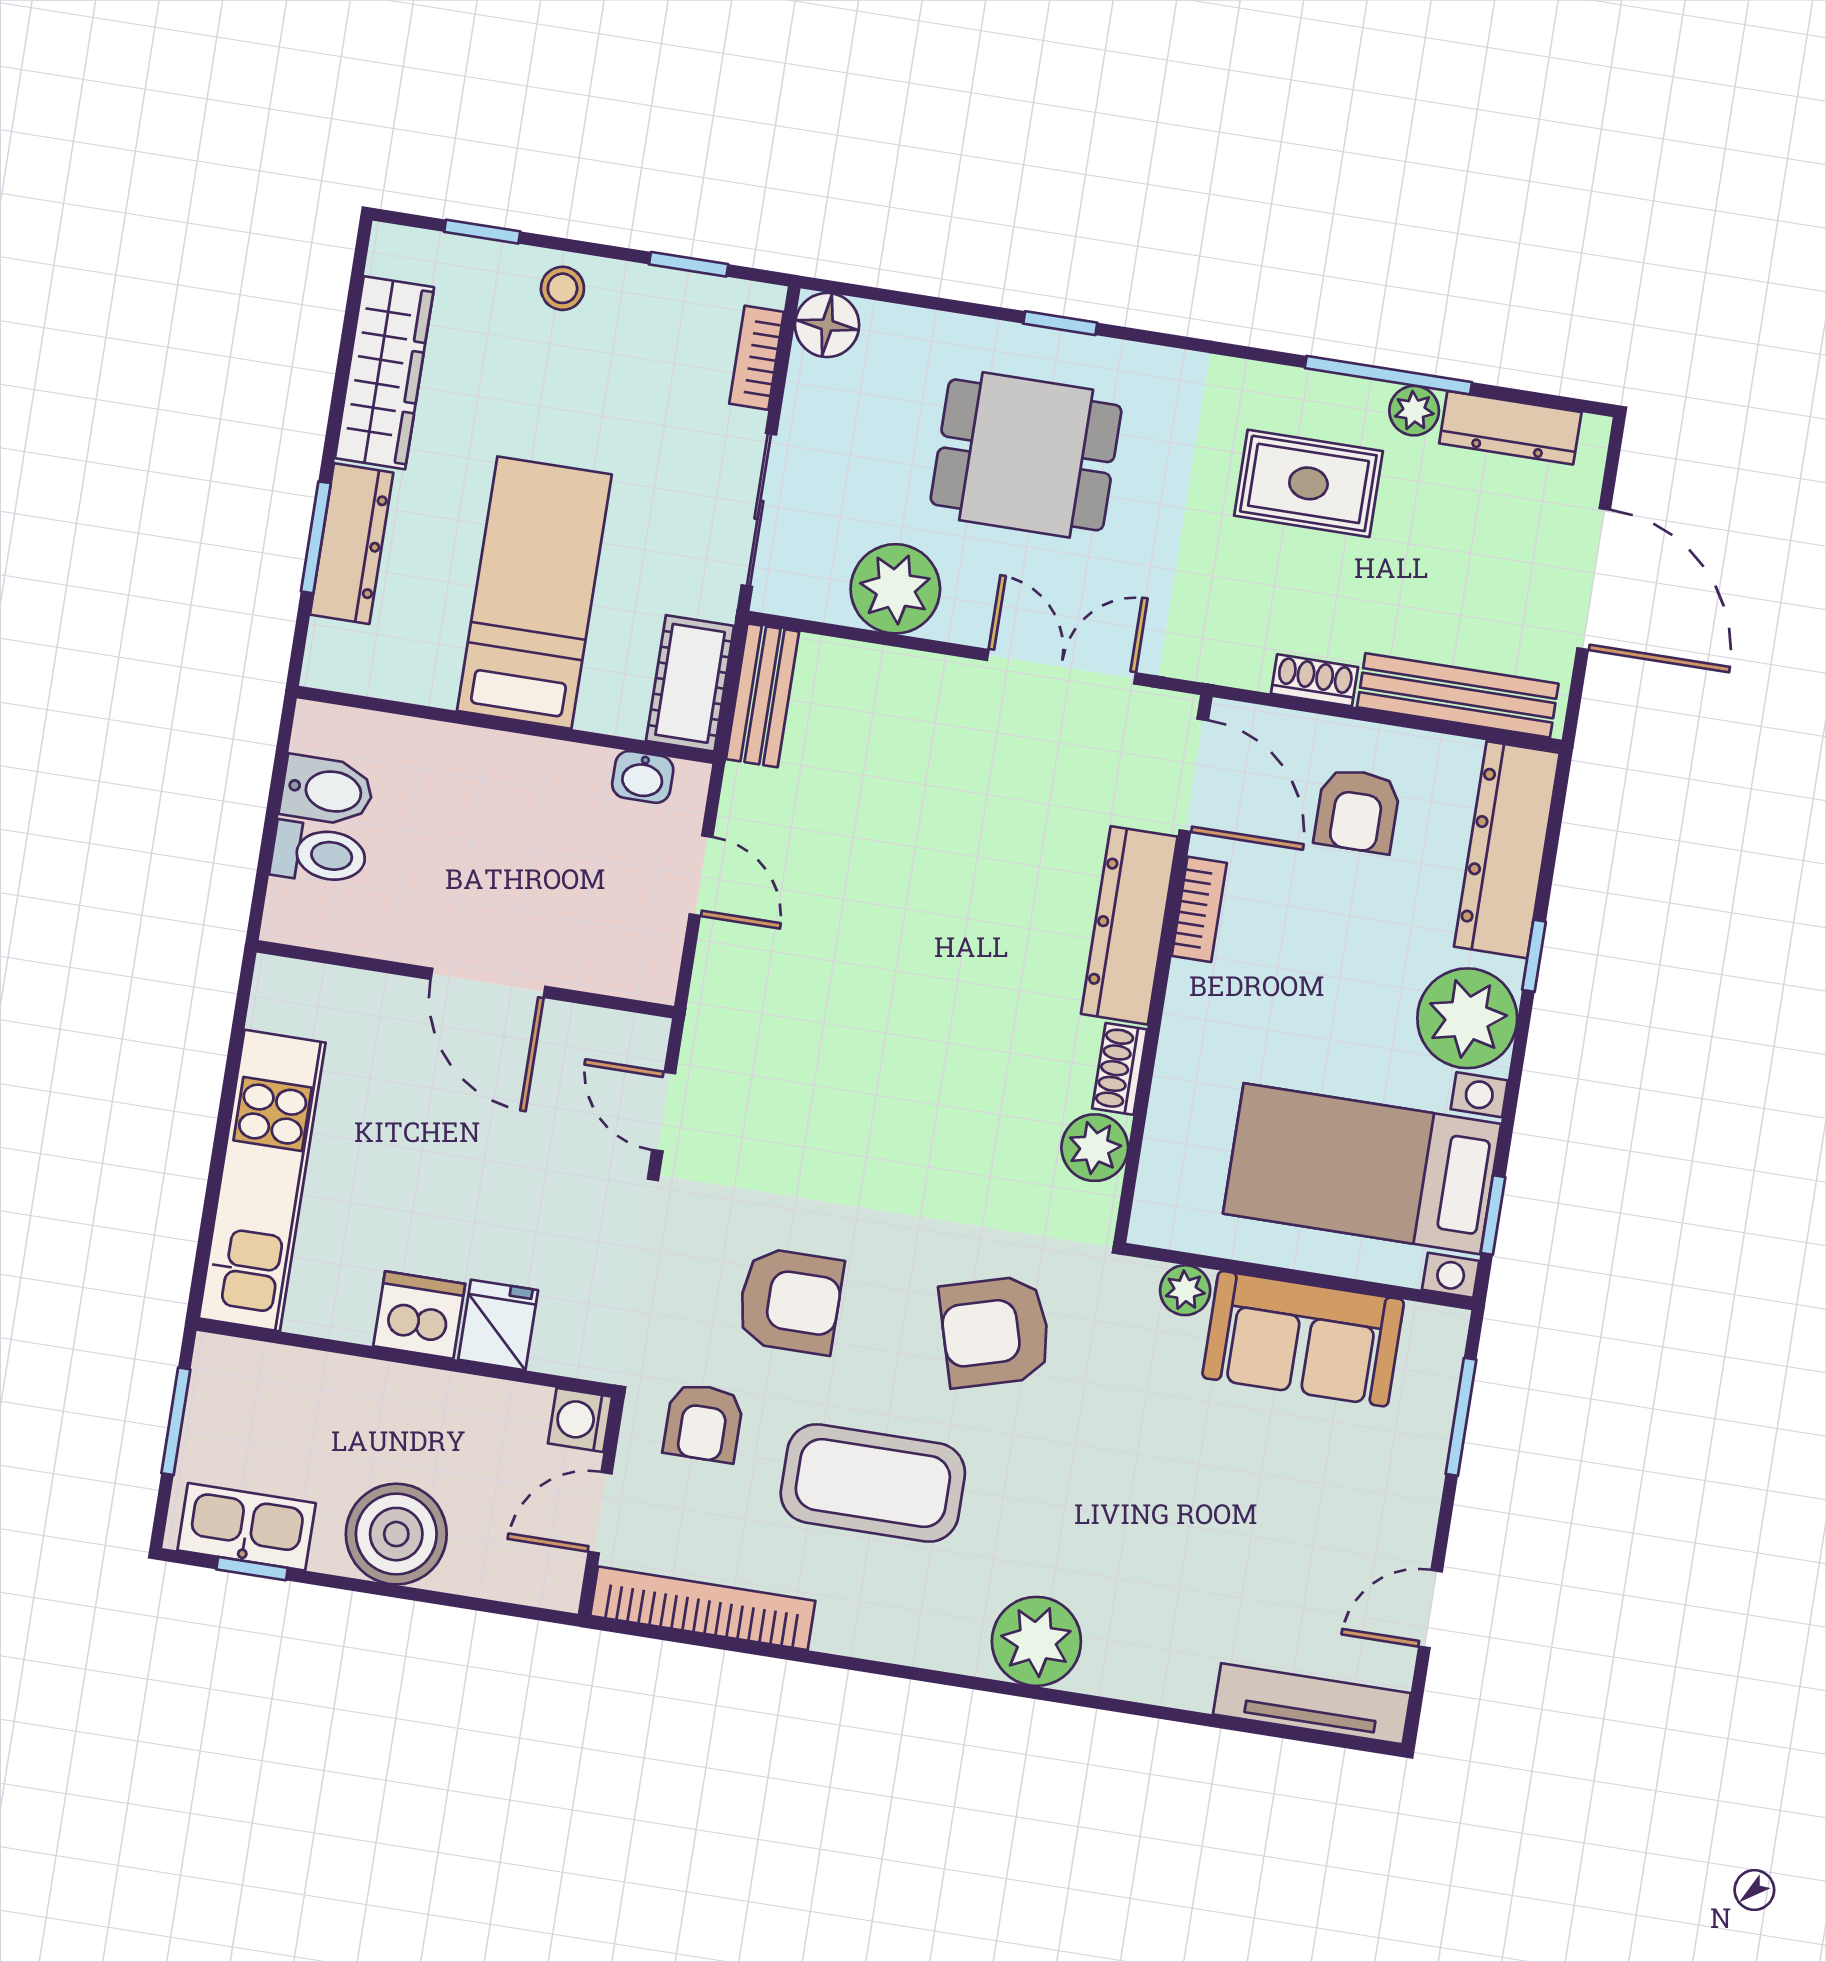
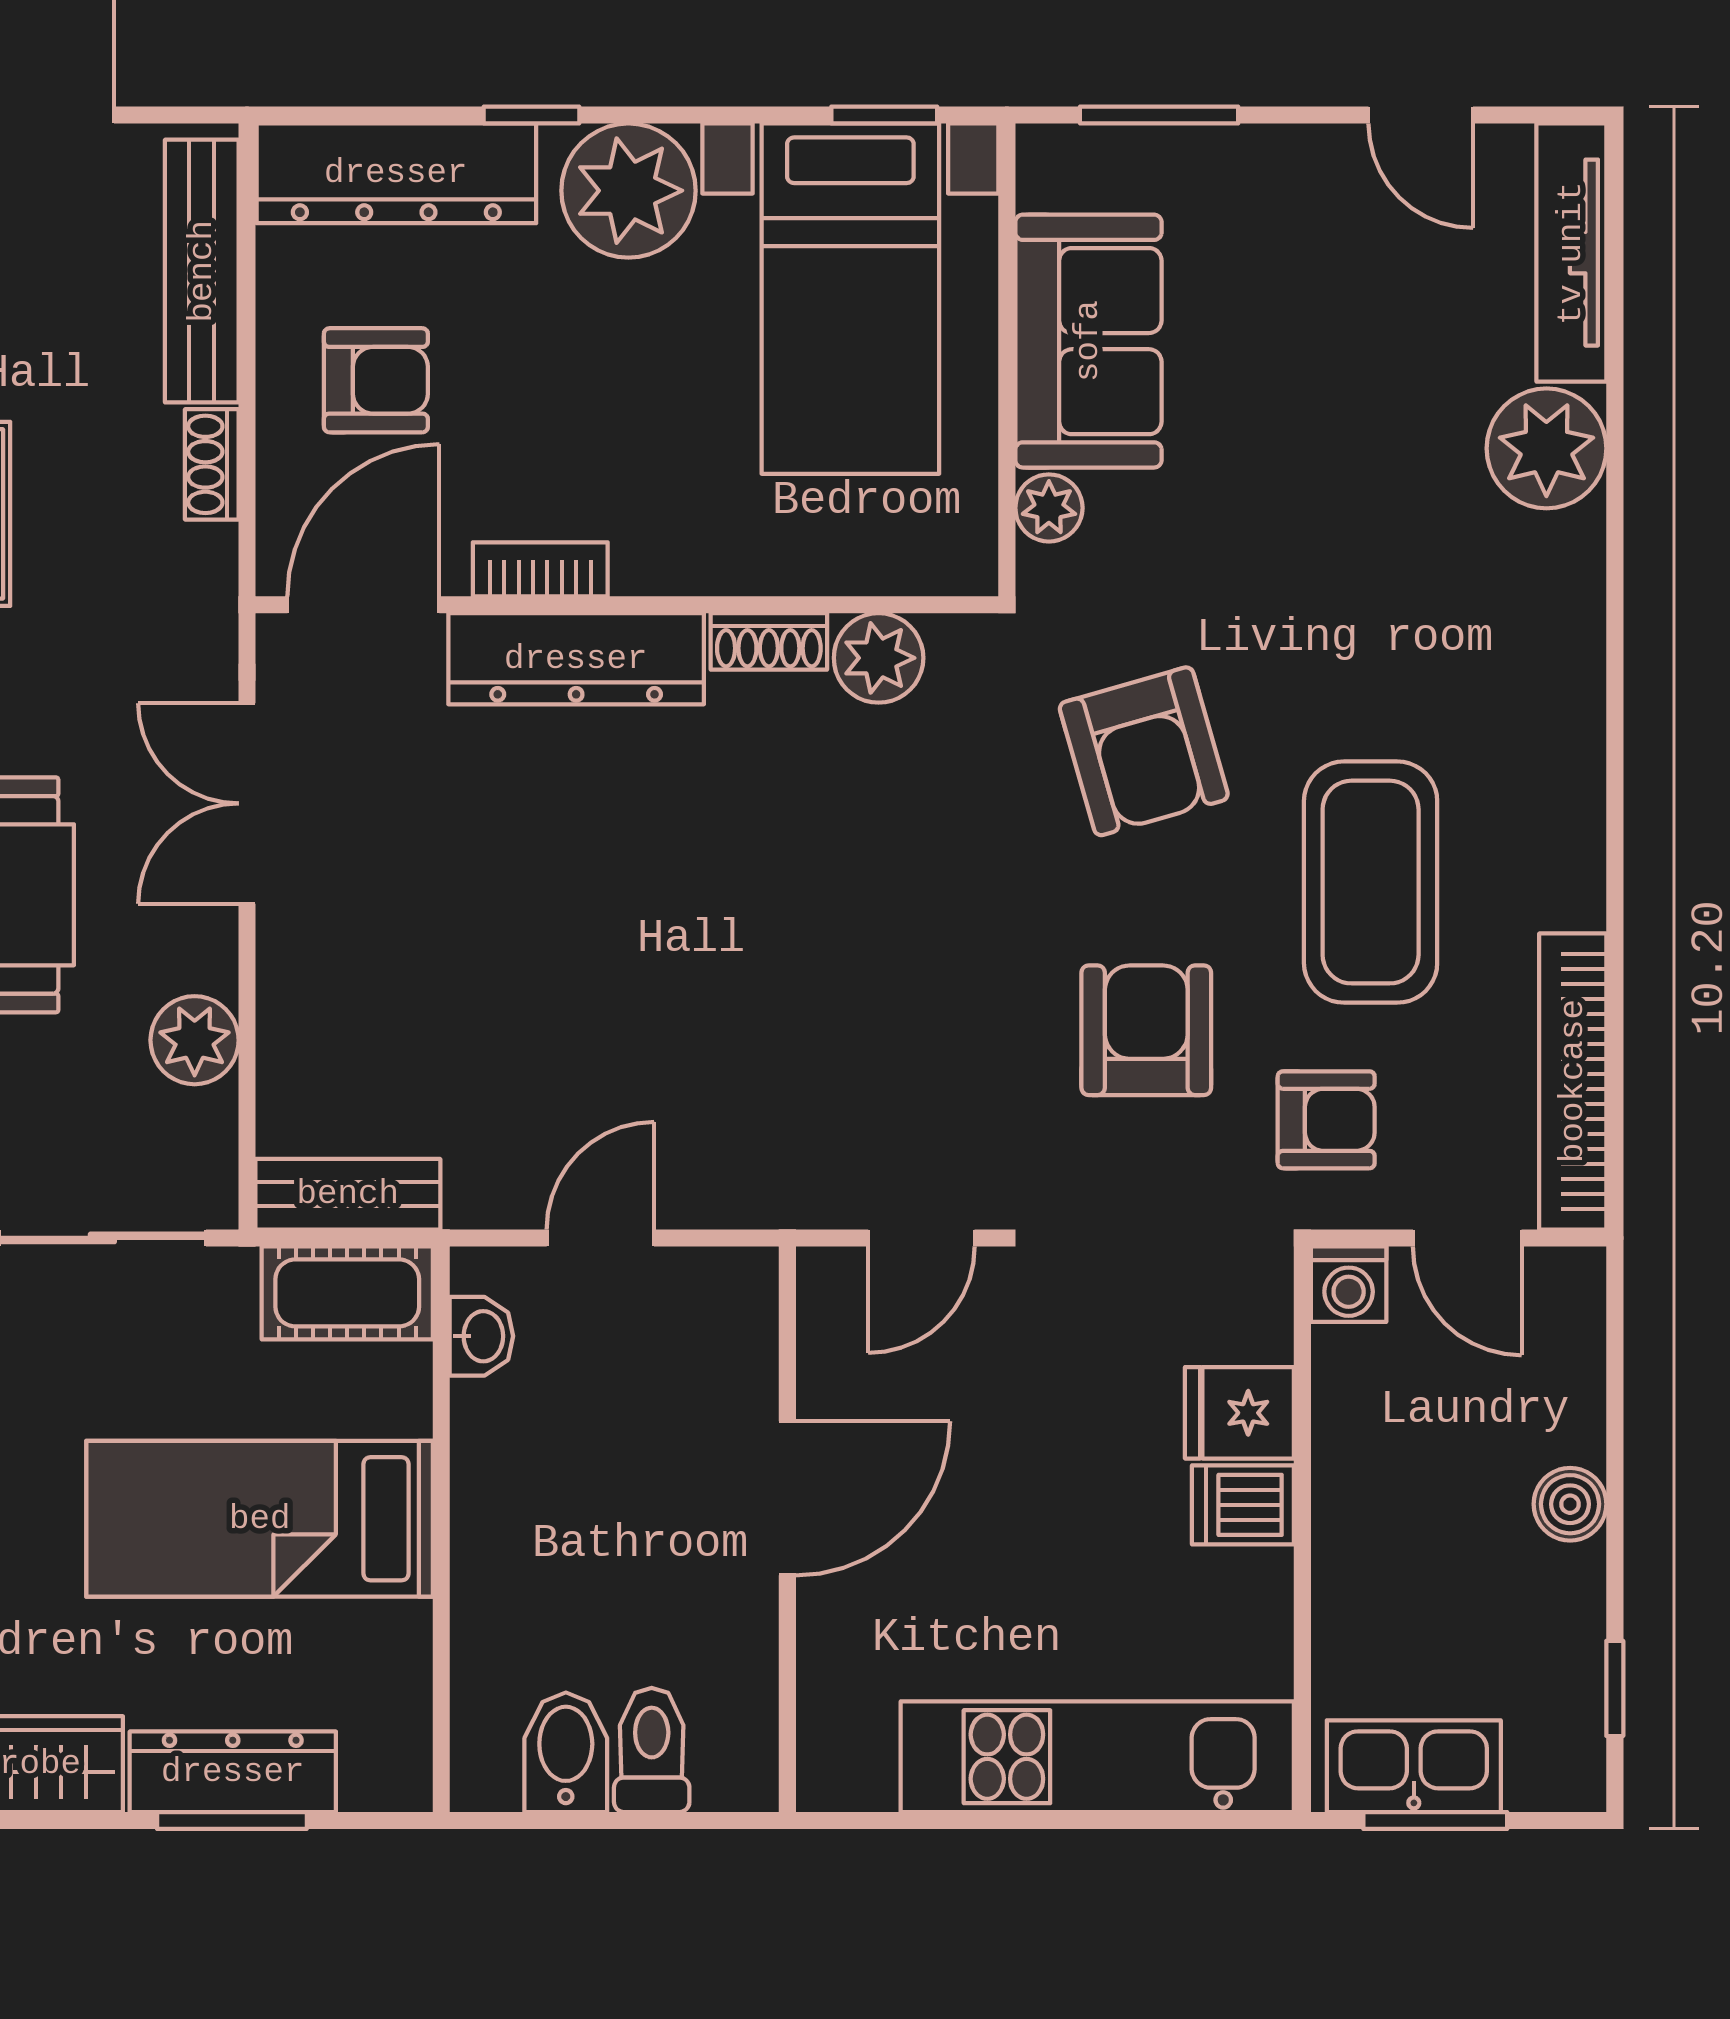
plant: (895, 589) -> (195, 1040), width x0.73, depth x0.73
dishwasher: (419, 1315) -> (1243, 1505), width x0.73
kitchen sink: (247, 1527) -> (1414, 1766), moved, turned 90
boiler: (396, 1534) -> (1570, 1504), width x0.54, depth x0.54
plant: (1036, 1641) -> (1546, 448), moved

